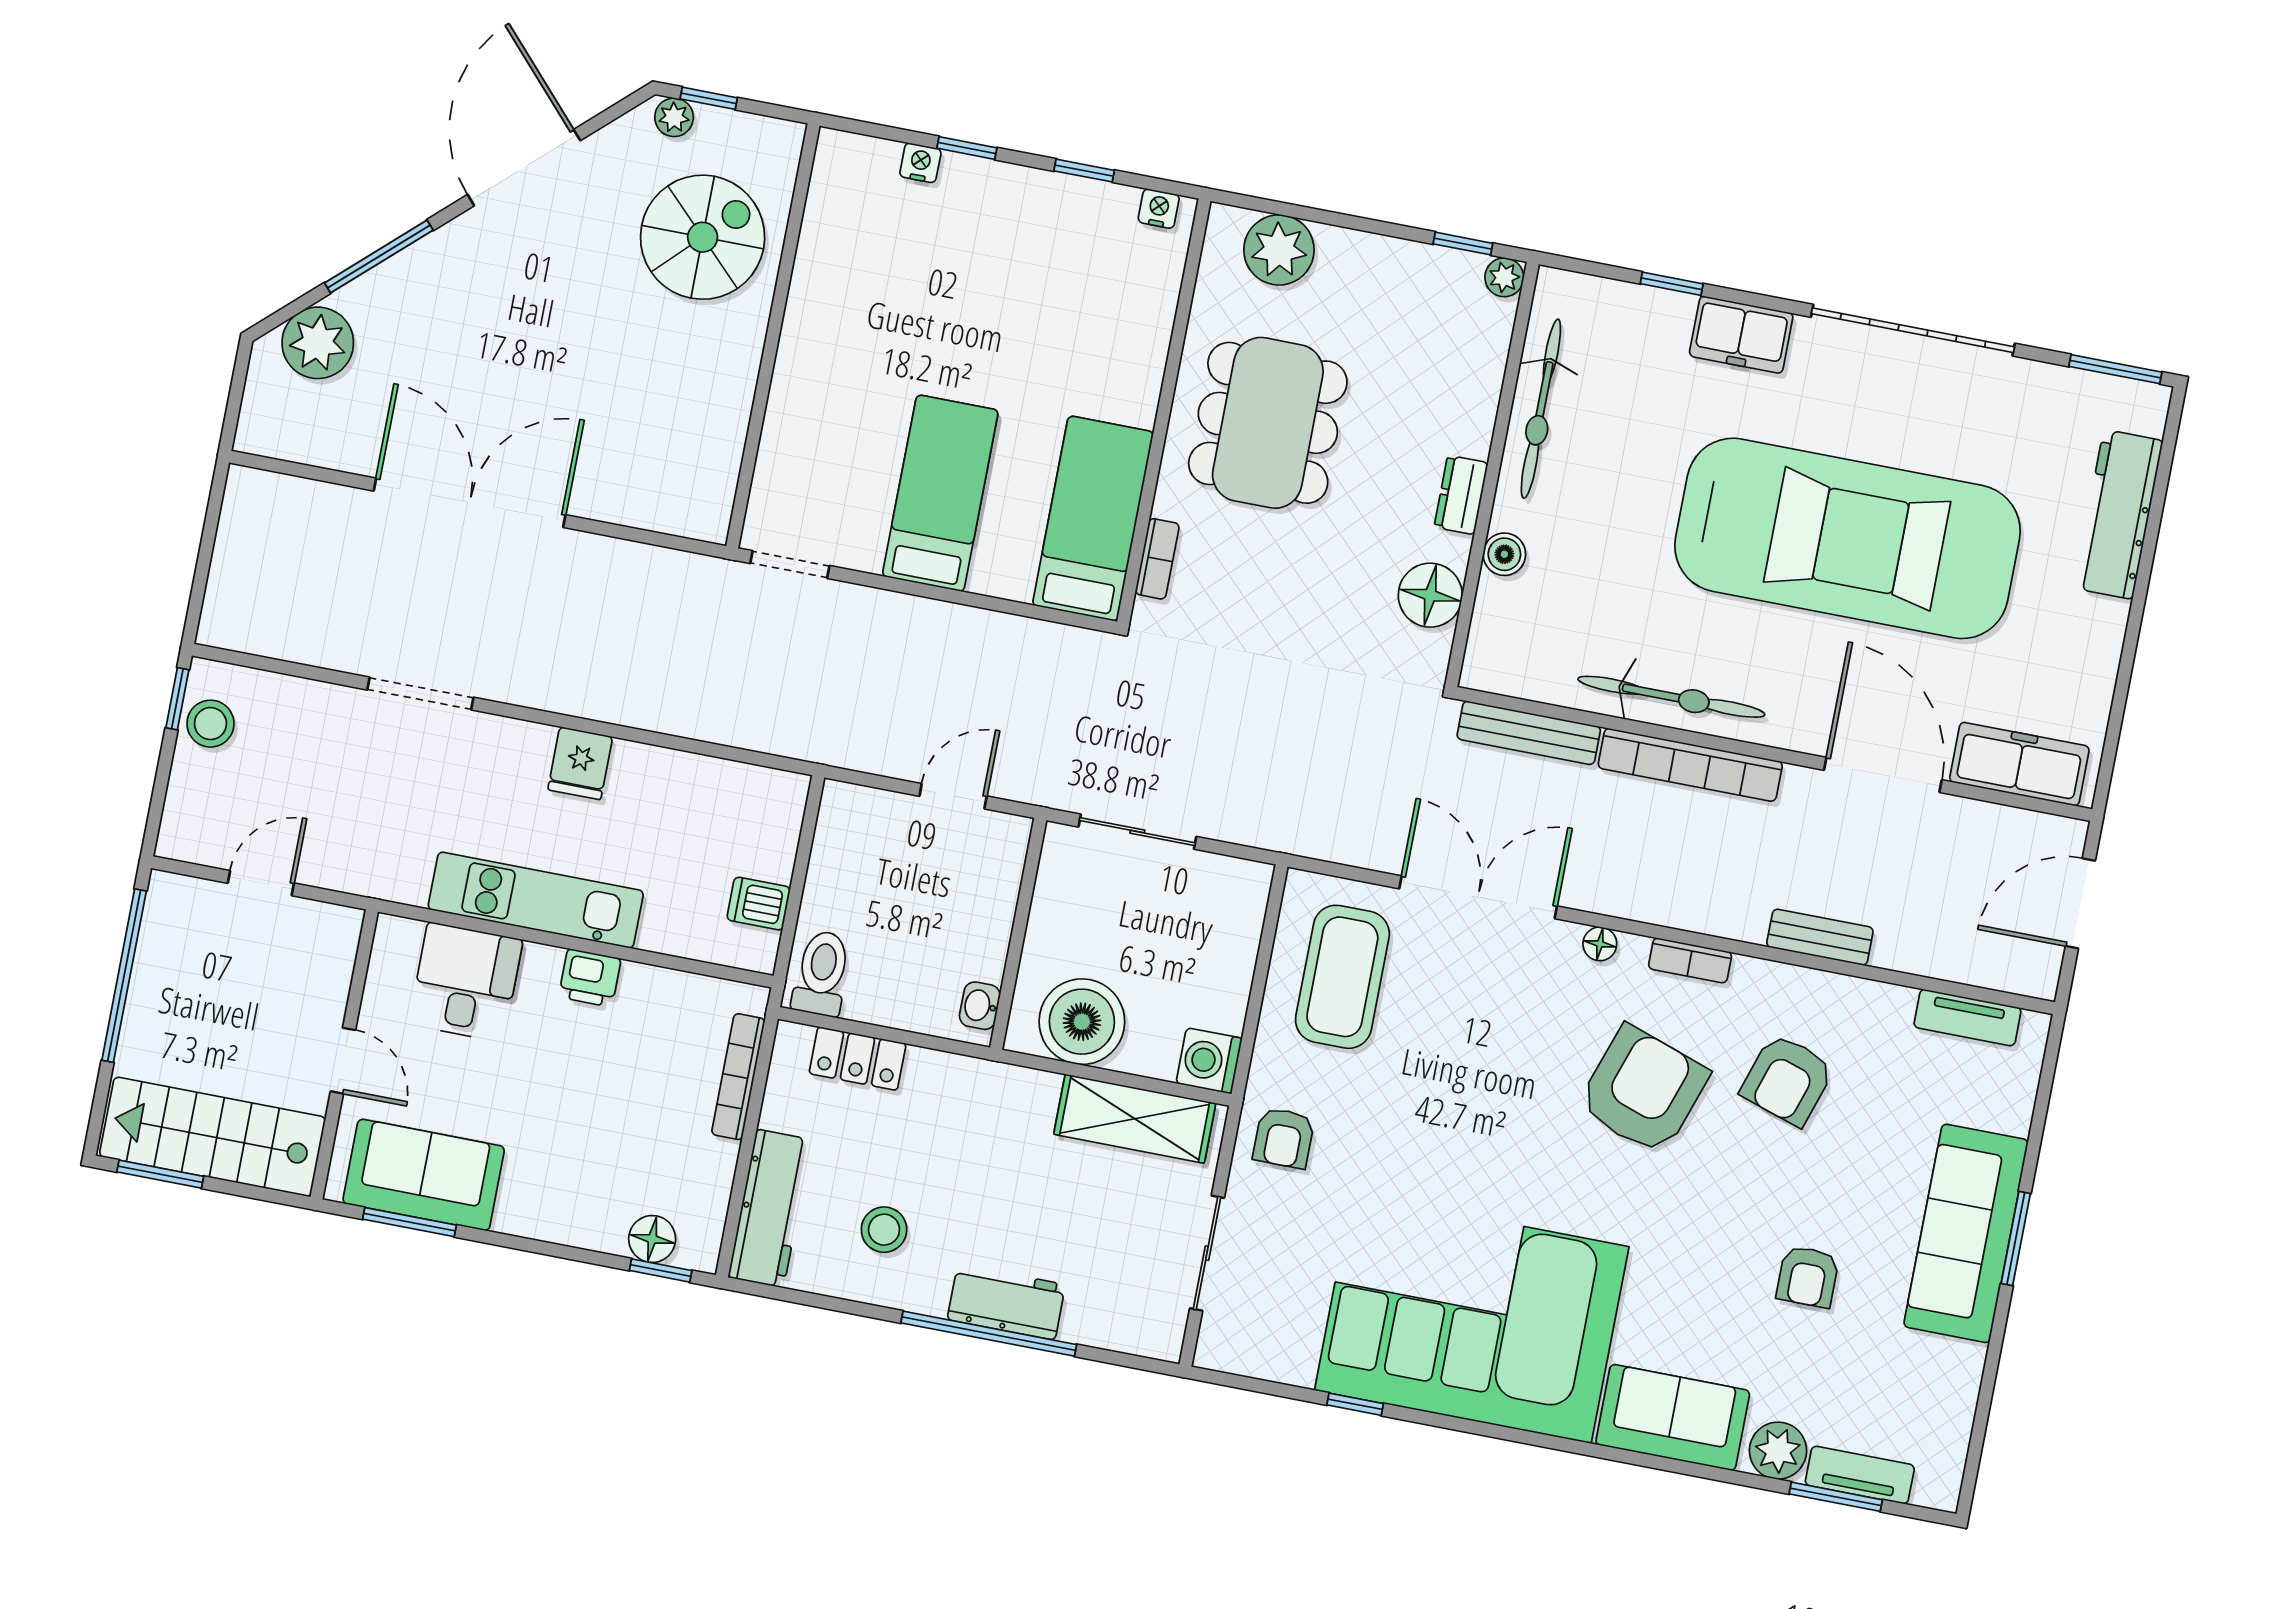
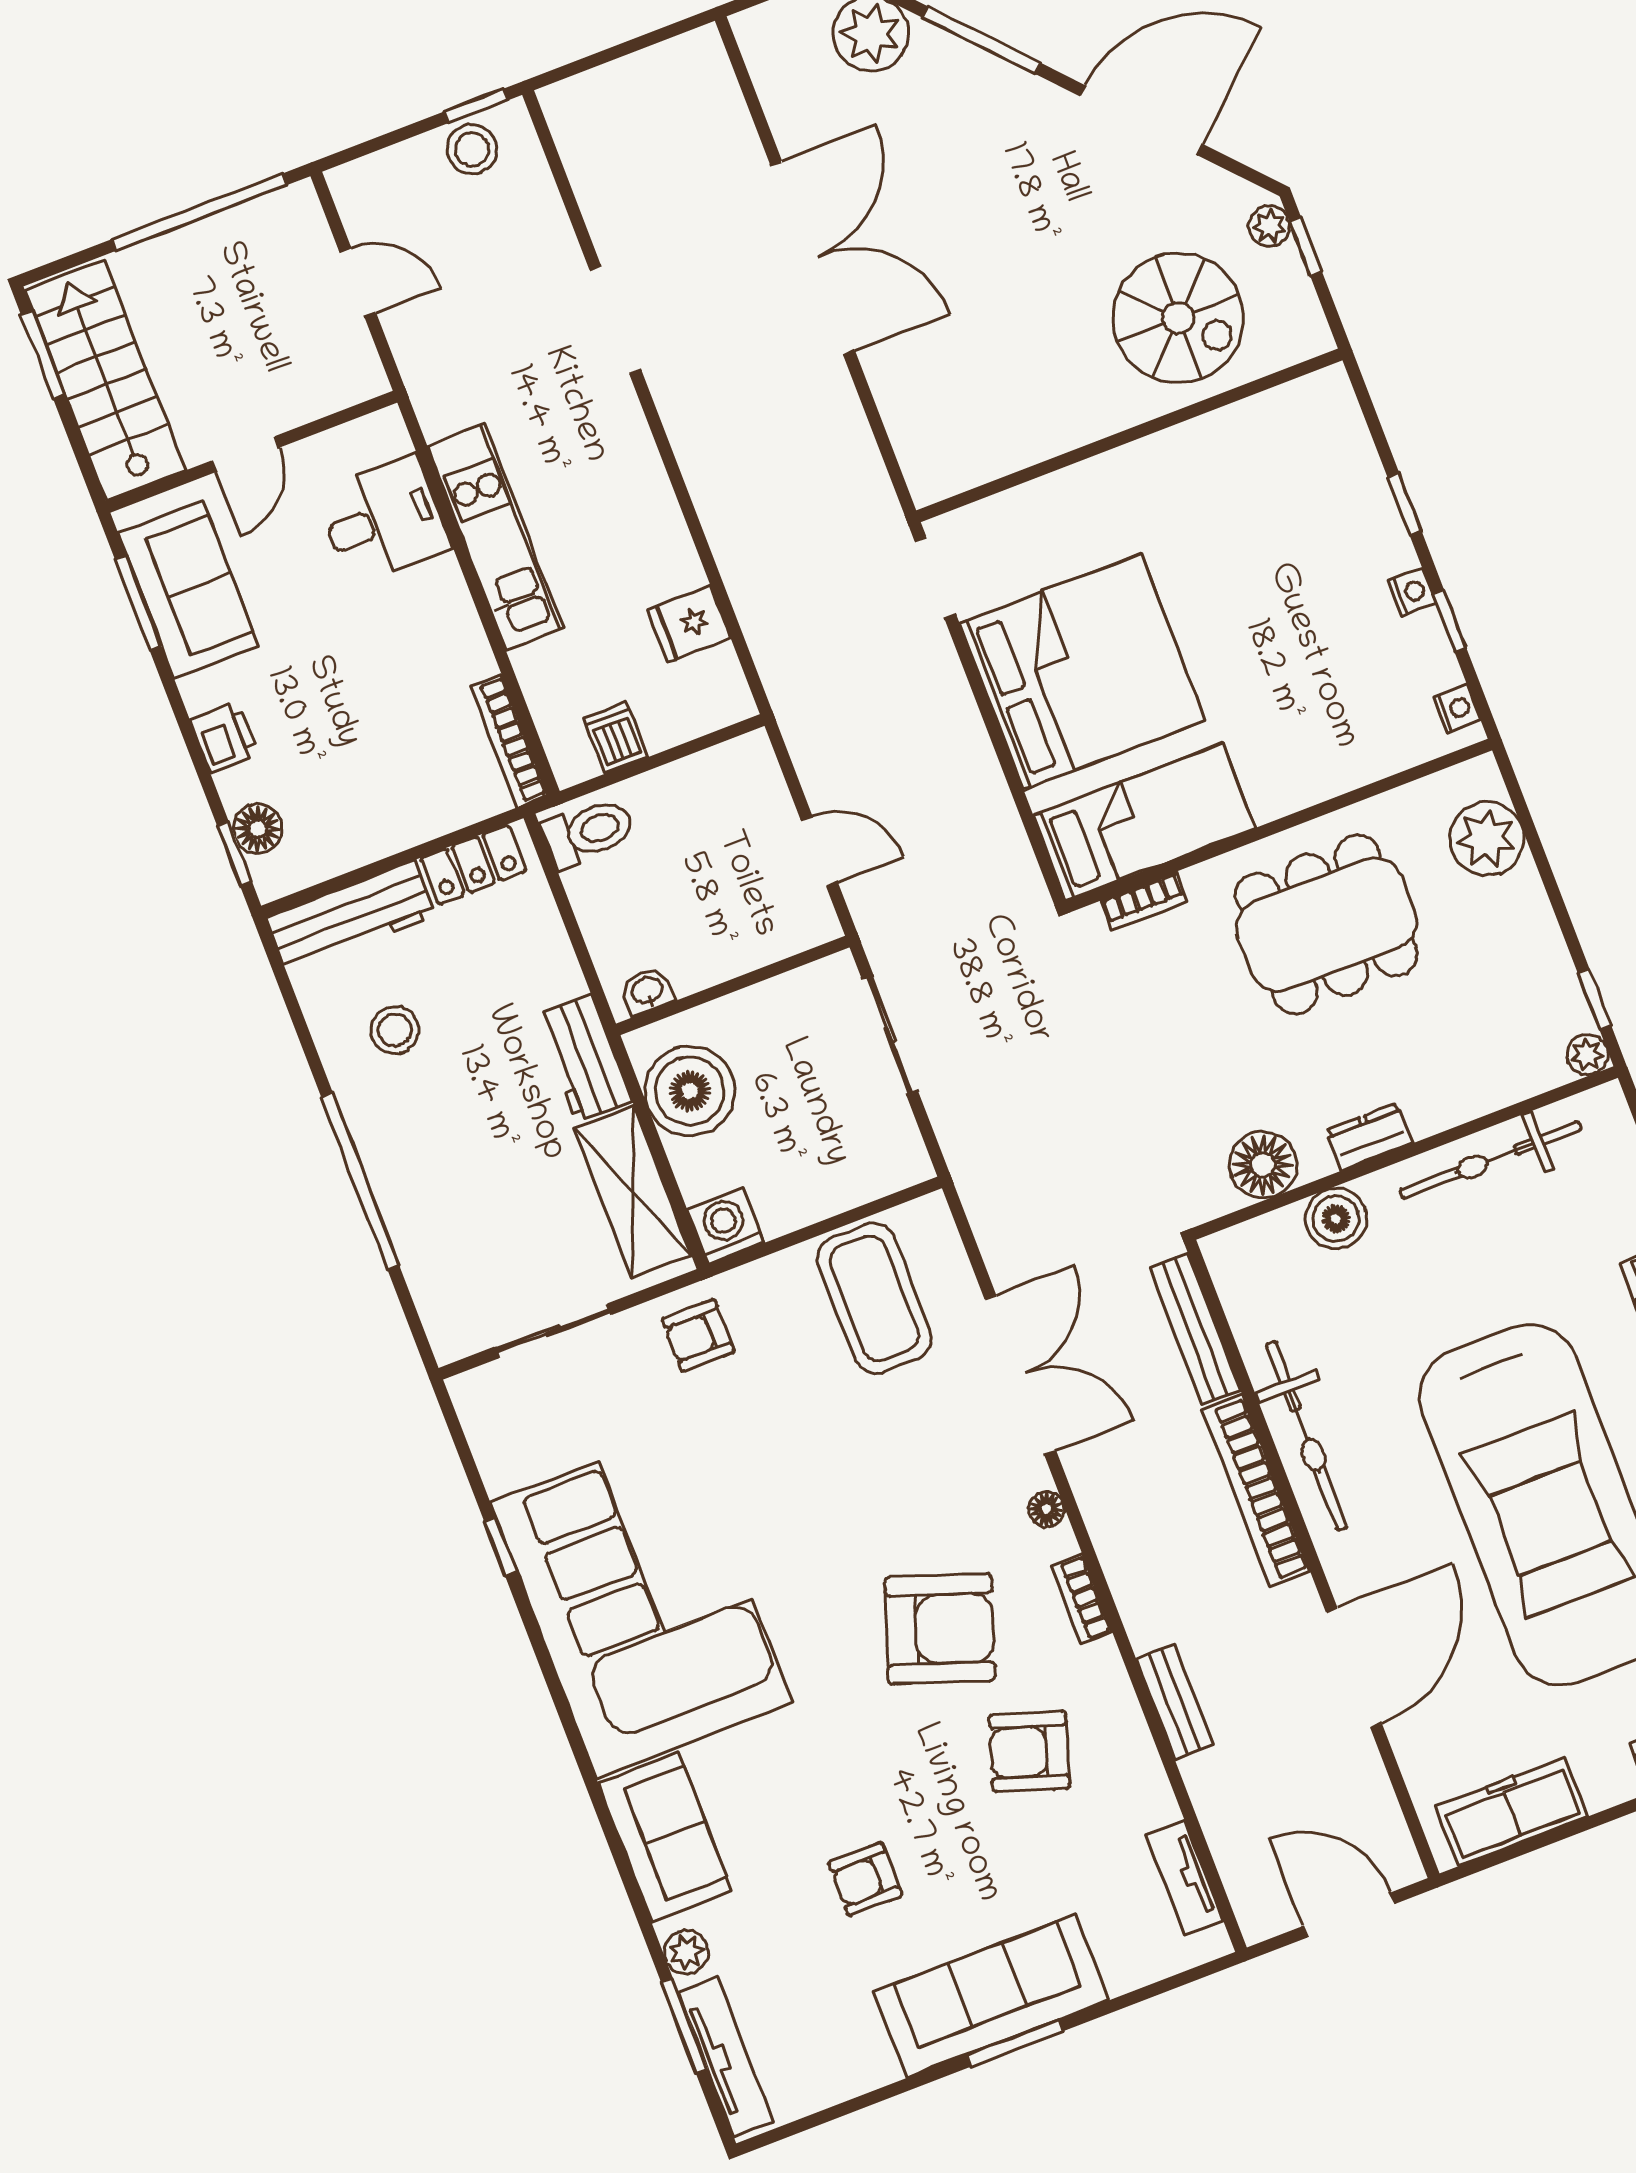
nightstand: (920, 163) -> (1412, 592), moved
bed: (940, 493) -> (1082, 672), width x2.04
boiler: (1504, 554) -> (1336, 1219), width x1.36, depth x1.36
fridge: (580, 763) -> (689, 624), moved
freezer: (2019, 764) -> (1511, 1812), moved, turned -90
coffee table: (1342, 977) -> (874, 1298), turned 90
printer: (590, 978) -> (224, 737), moved, turned 180
locker: (858, 1059) -> (473, 864), moved, turned -90
bookcase: (738, 1077) -> (509, 741), moved, turned -90
workbench: (1006, 1302) -> (584, 1058), moved, turned 180
plant: (1778, 1451) -> (686, 1952), width x0.73, depth x0.73
tv unit: (1860, 1475) -> (725, 2056), width x1.41

